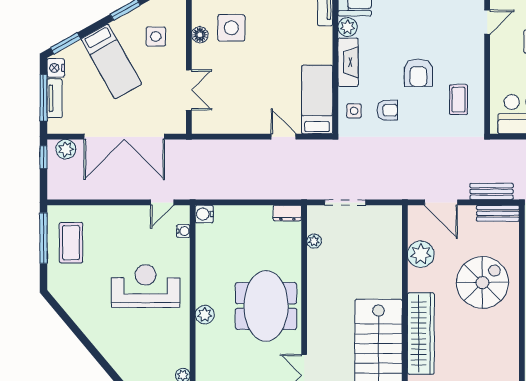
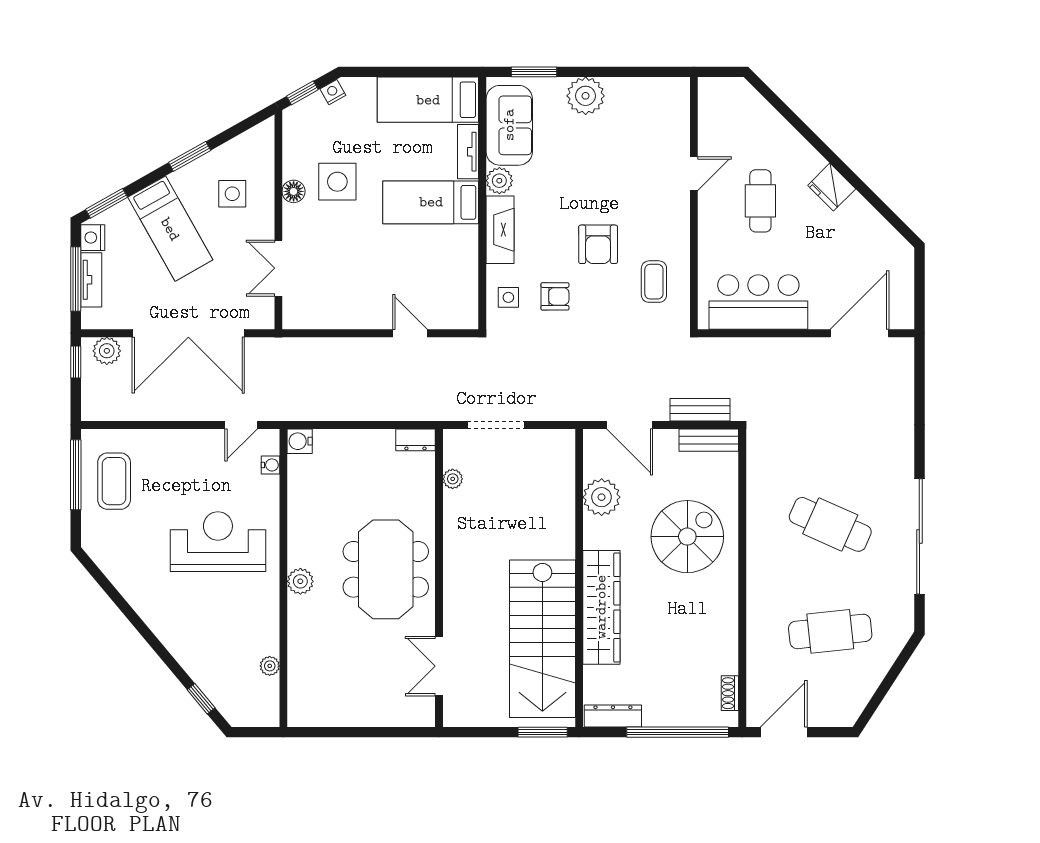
double door: (189, 90) -> (278, 268), swing flipped
bed: (317, 100) -> (431, 202), moved, turned -90

